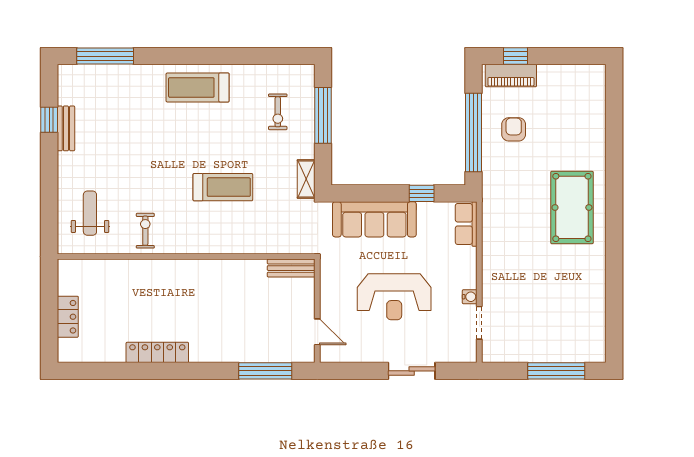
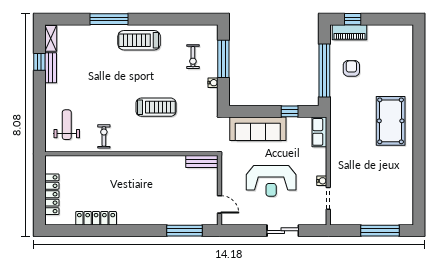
window: (105, 56) -> (109, 19), moved
water cooler: (308, 151) -> (213, 83), added
shelving: (306, 179) -> (51, 38), moved
locker: (68, 317) -> (52, 194), width x1.53
locker: (157, 352) -> (96, 218), moved

